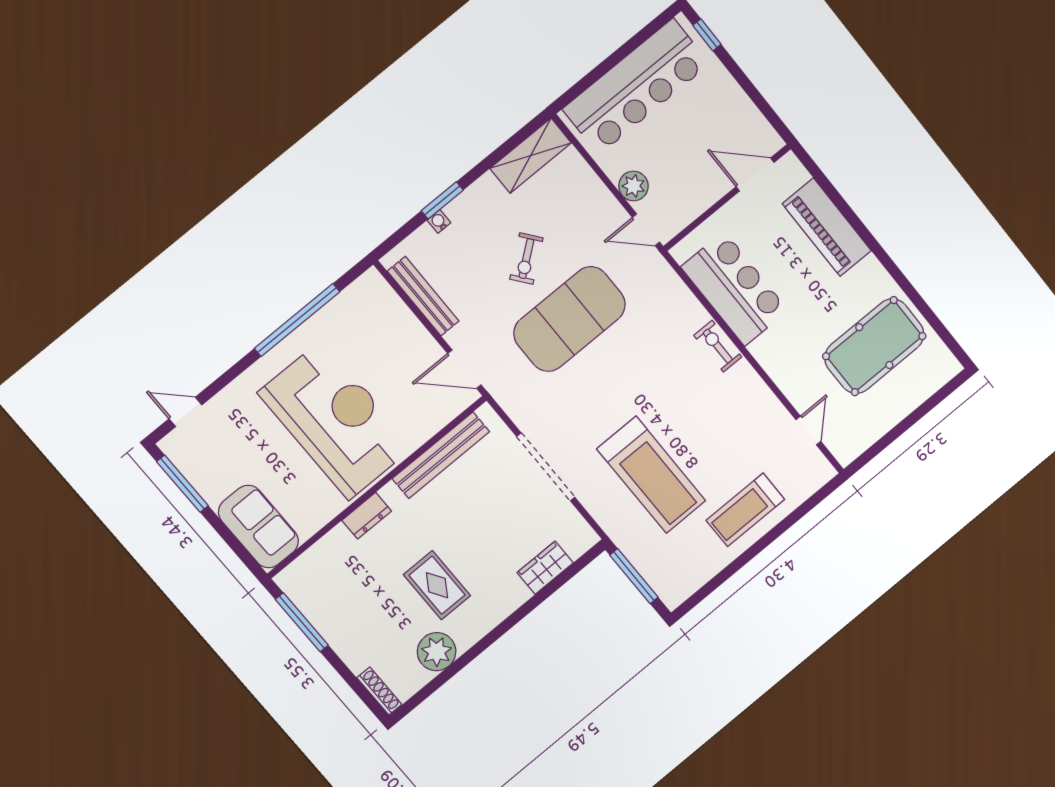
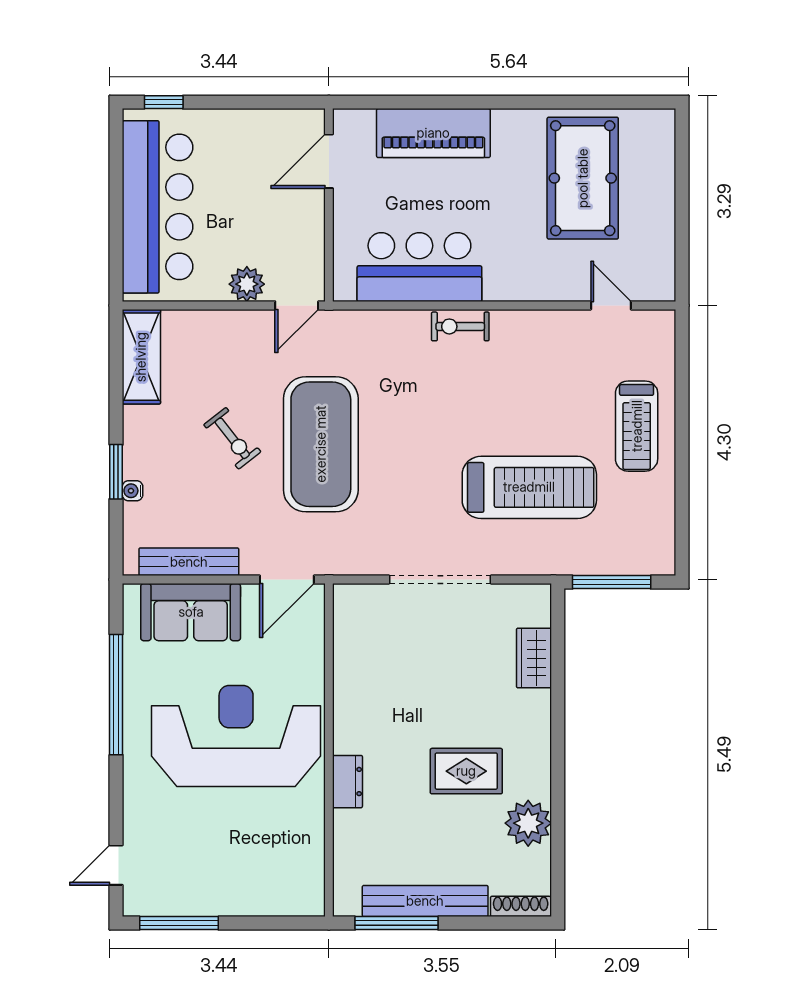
bench: (441, 455) -> (425, 901), moved, turned 90
sofa: (258, 527) -> (191, 612), moved, turned 180

